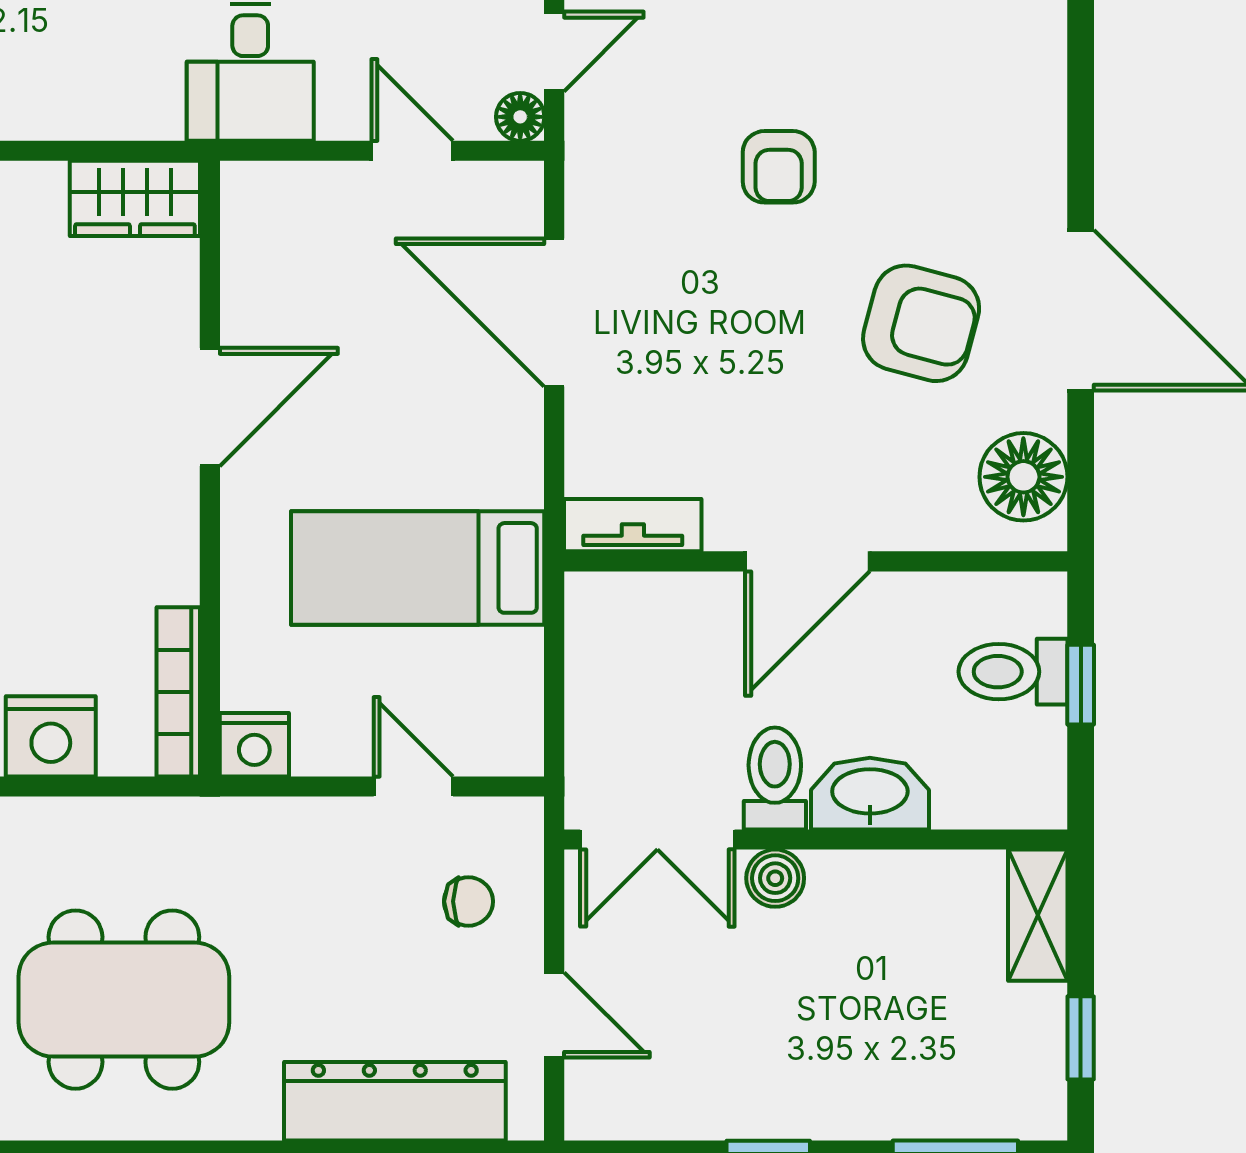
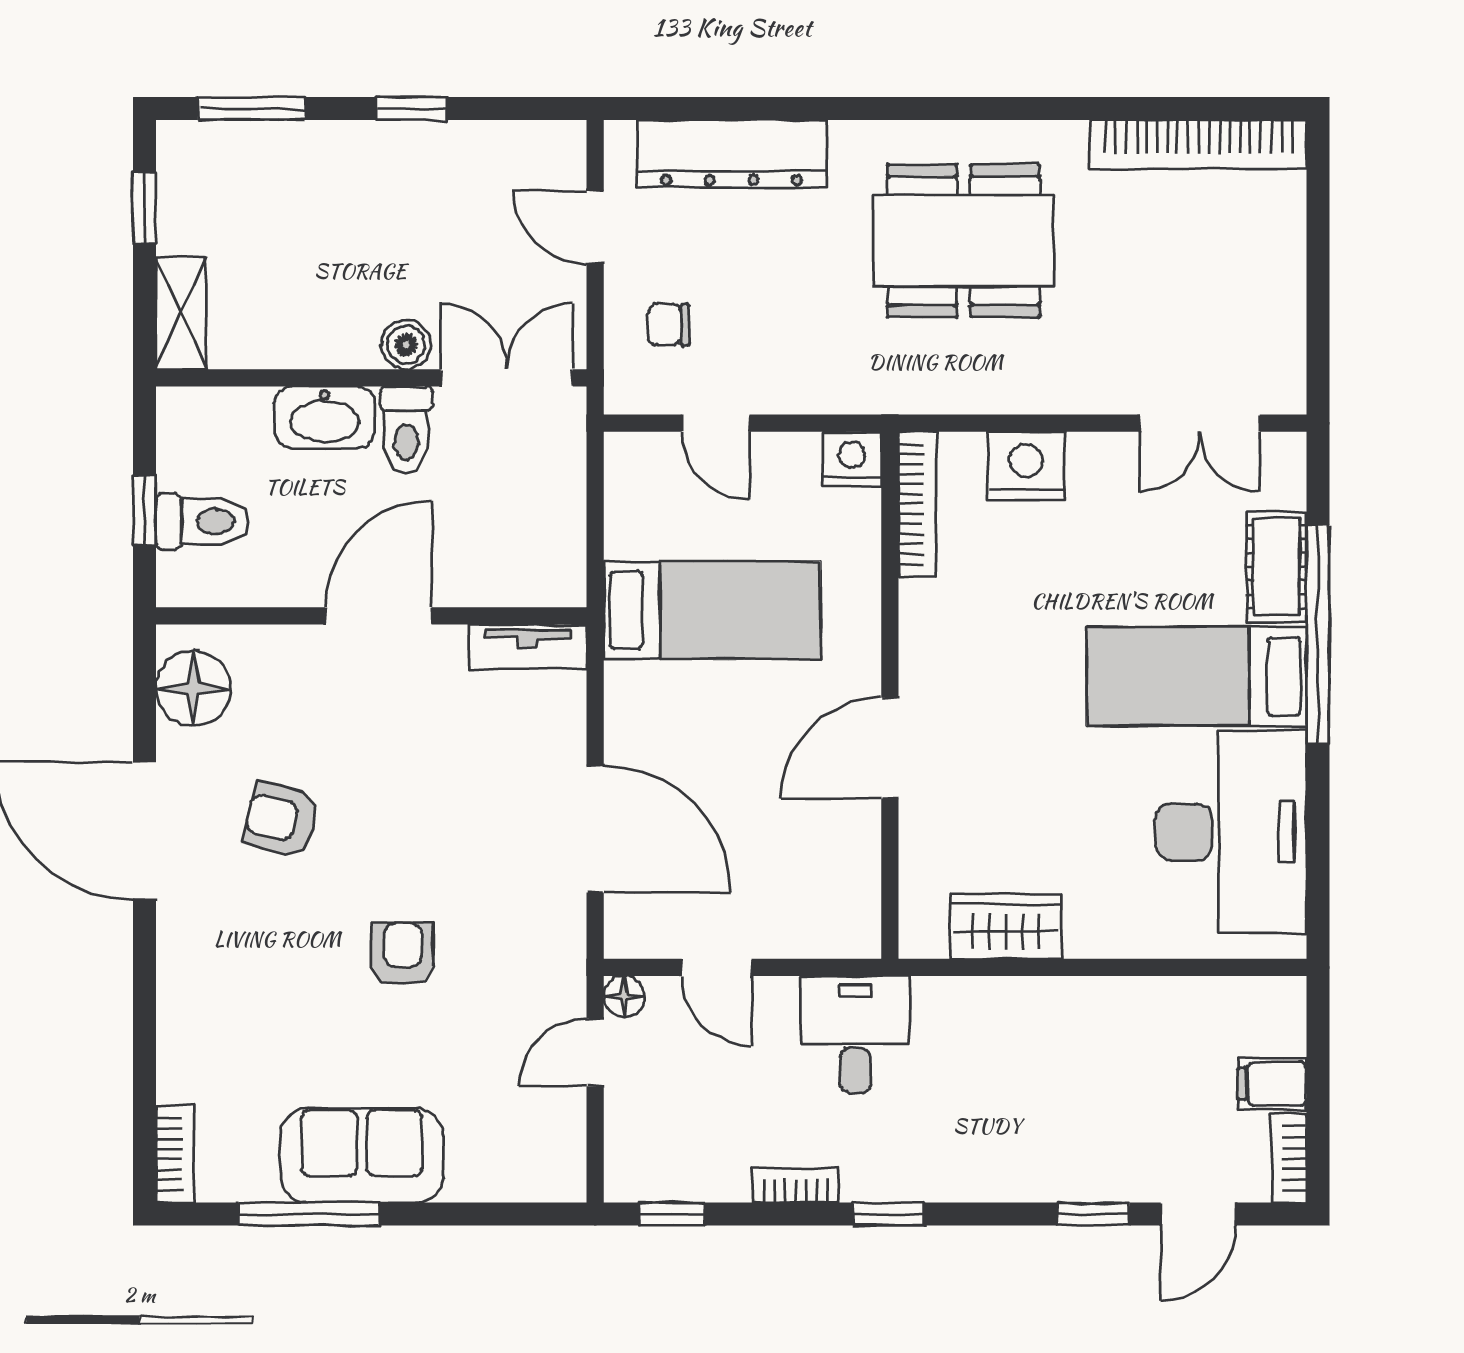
wardrobe: (135, 198) -> (1006, 927), moved
armchair: (921, 323) -> (281, 820), width x0.72, depth x0.72

